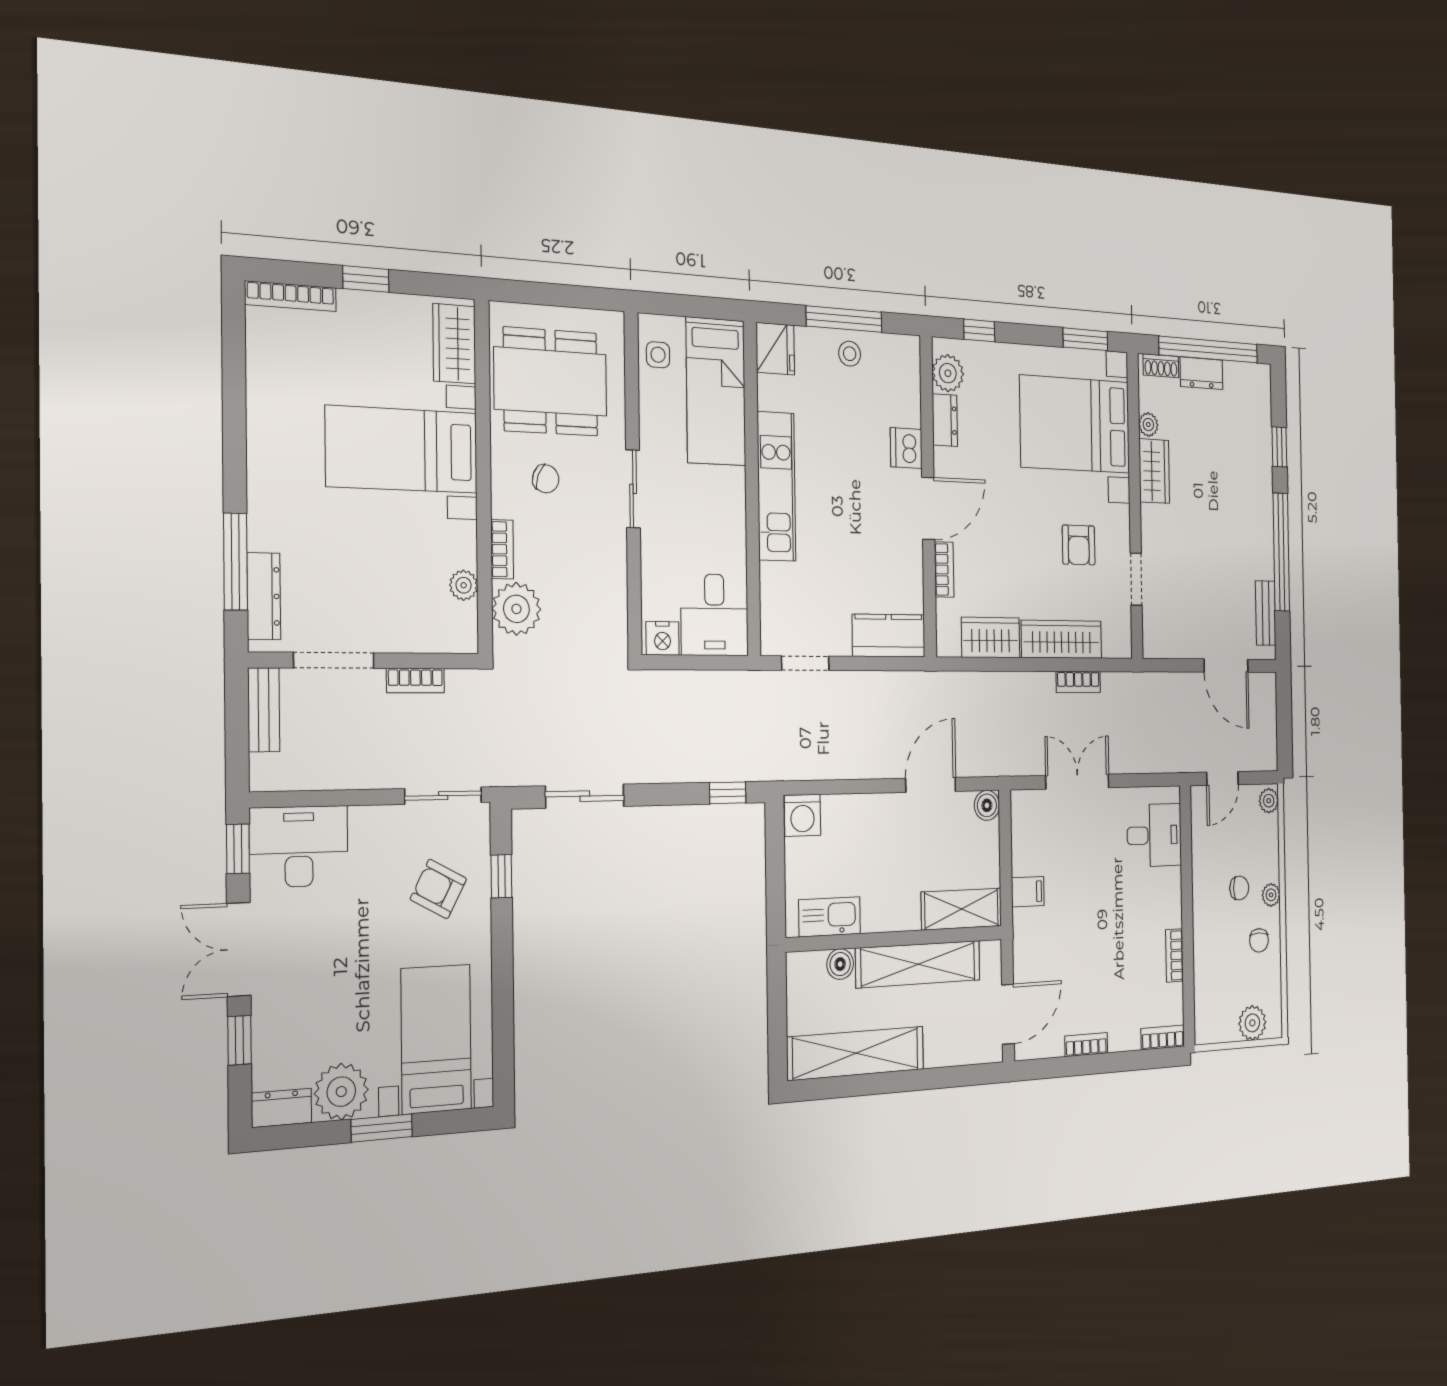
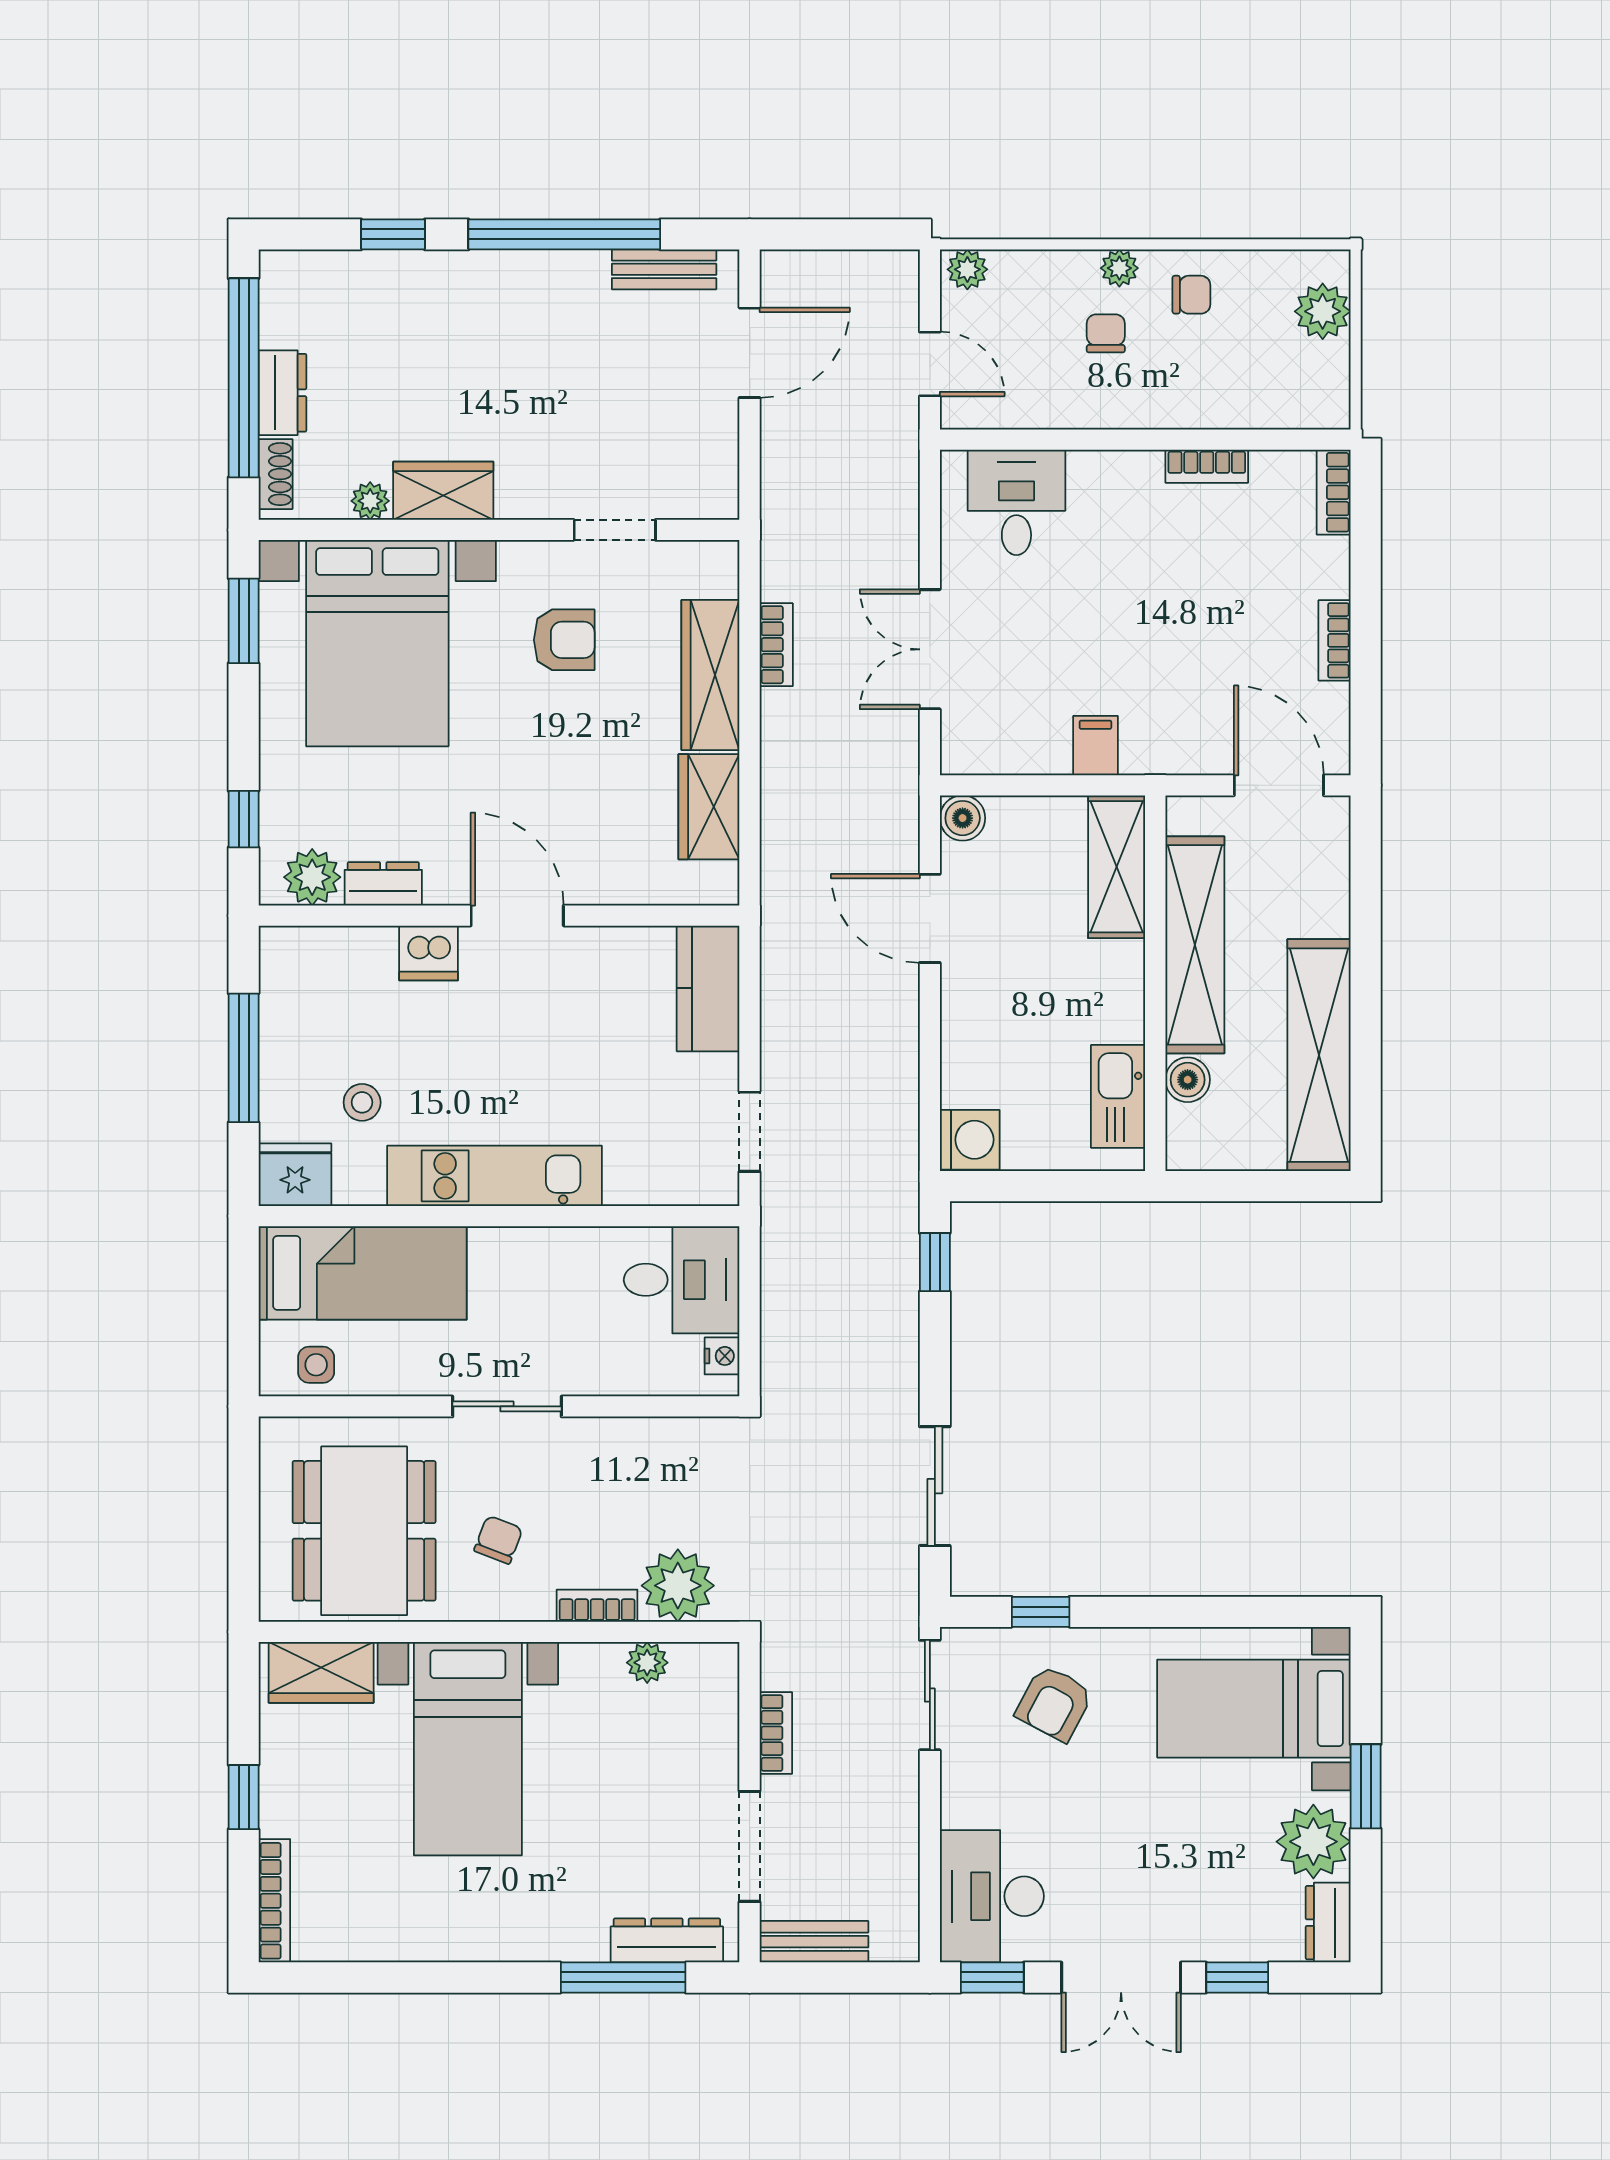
stool: (850, 354) -> (362, 1102), moved
bookcase: (944, 570) -> (608, 889), removed
nightstand: (662, 638) -> (722, 1356), width x0.72, depth x0.74

